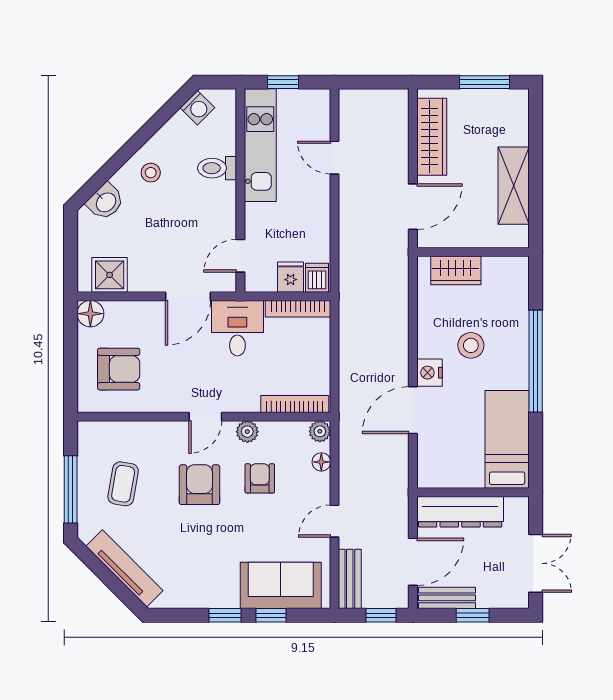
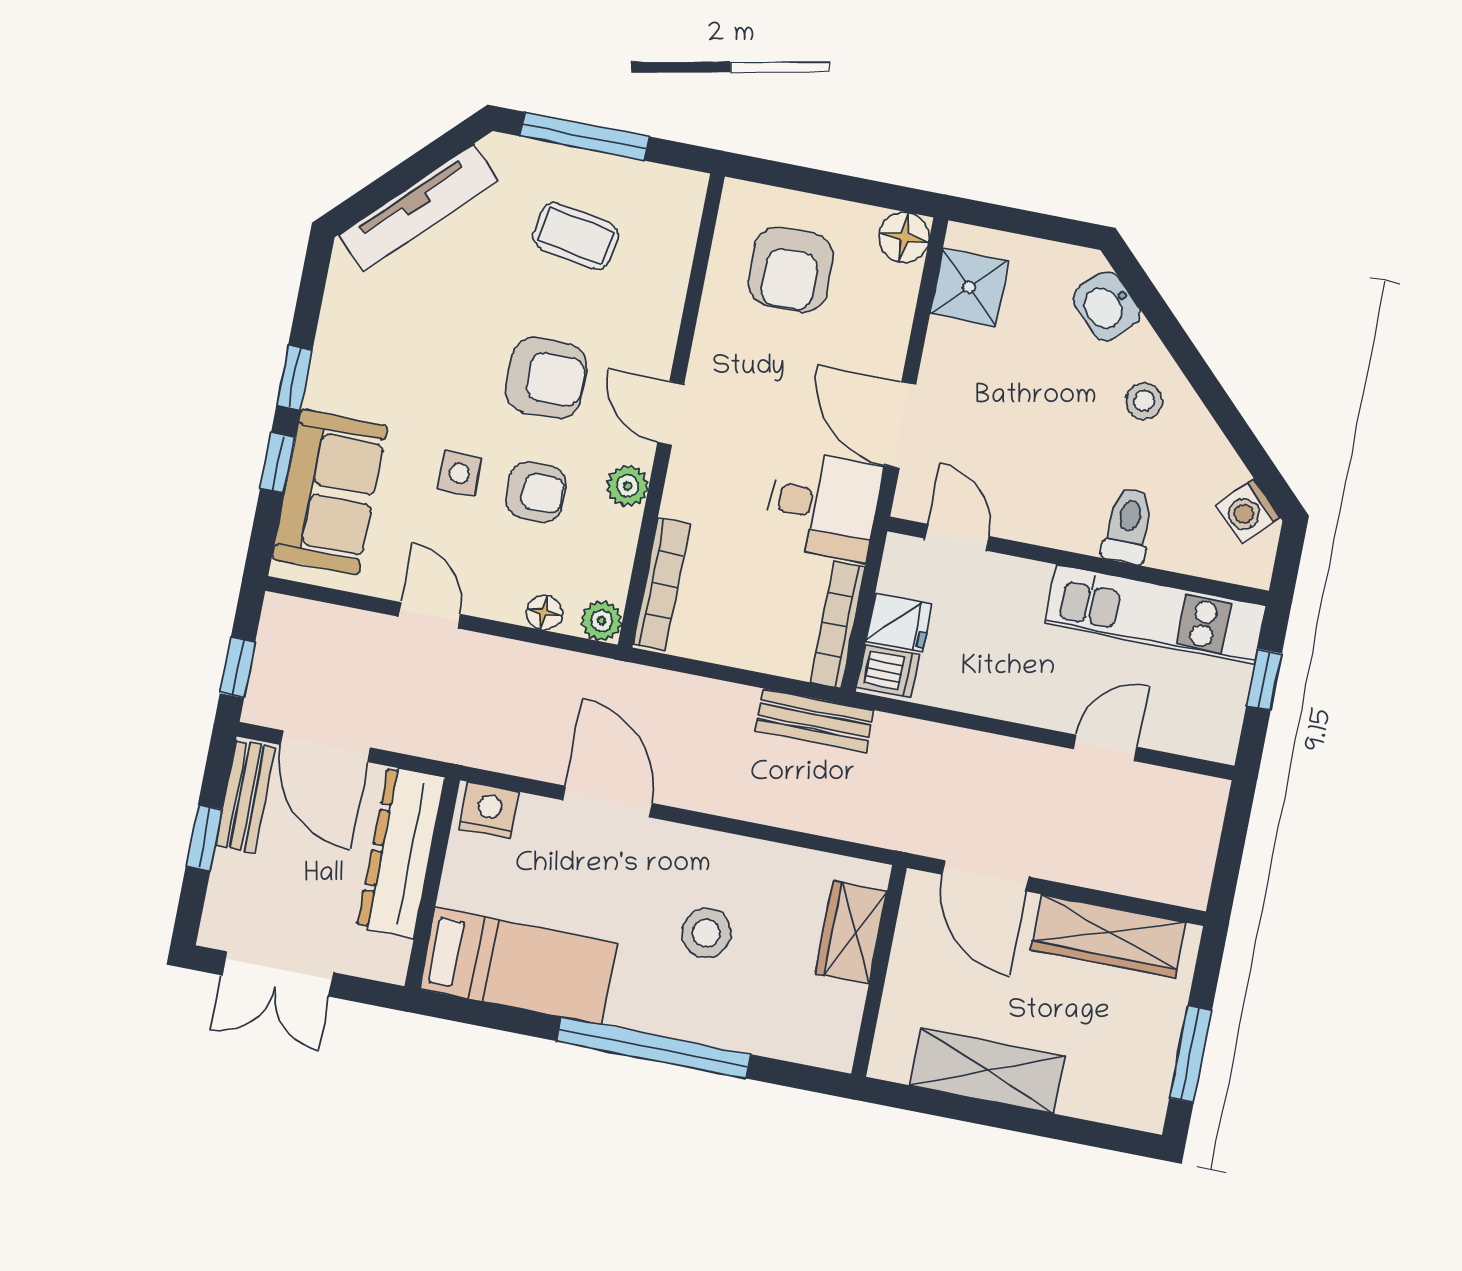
nightstand: (429, 373) -> (489, 810), moved
side table: (258, 520) -> (459, 474), added
bench: (350, 579) -> (814, 720), moved

